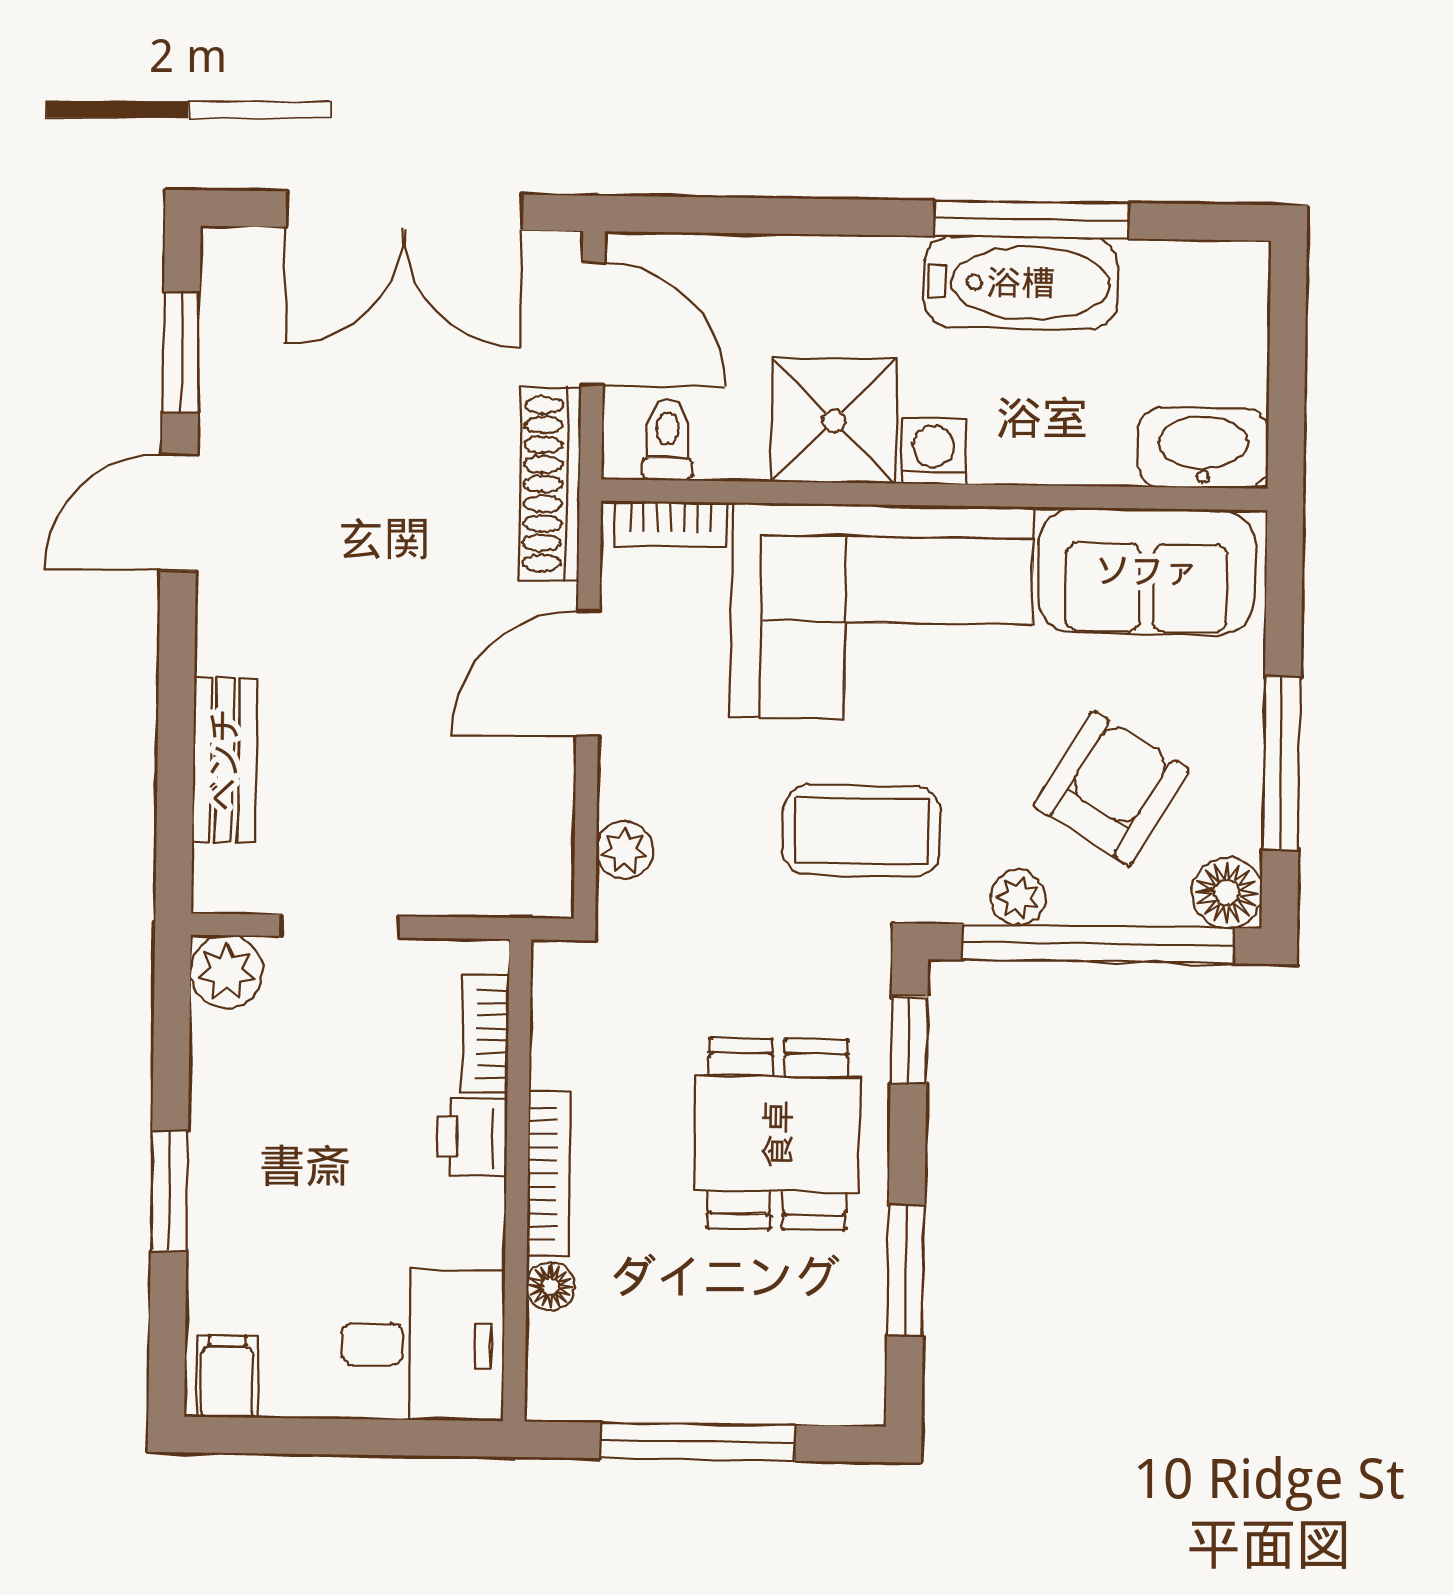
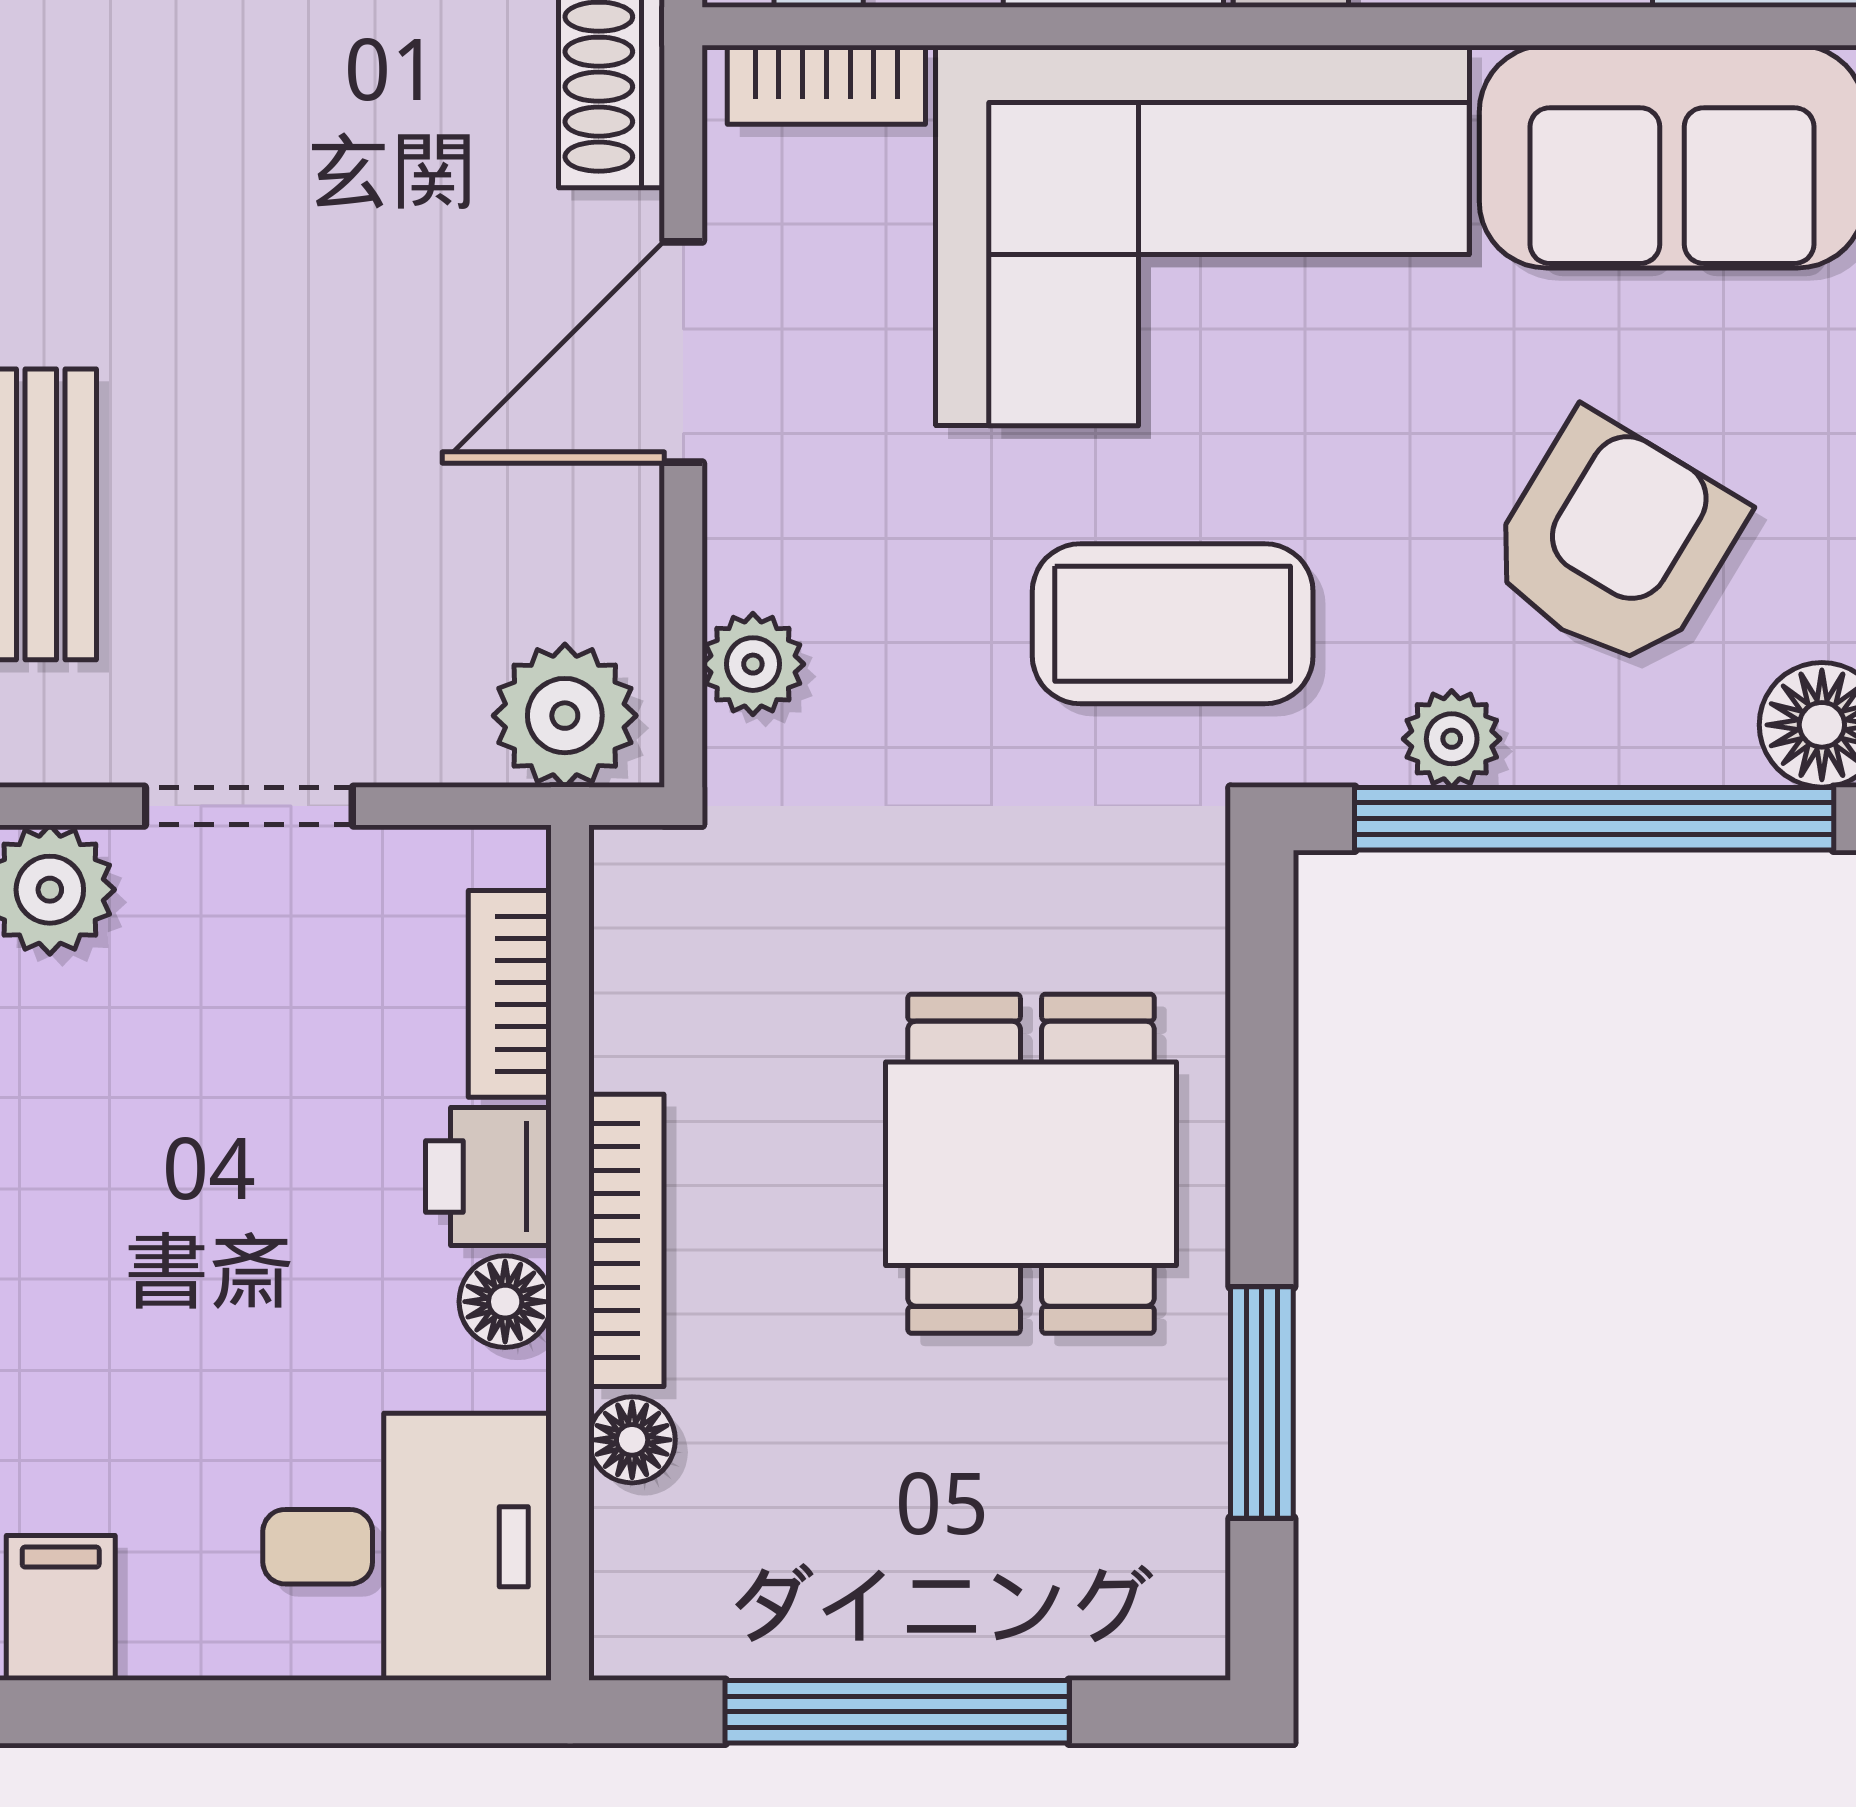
plant: (518, 878) -> (565, 716), added
window: (909, 1040) -> (1262, 994), removed
floor lamp: (480, 1207) -> (505, 1302), added

